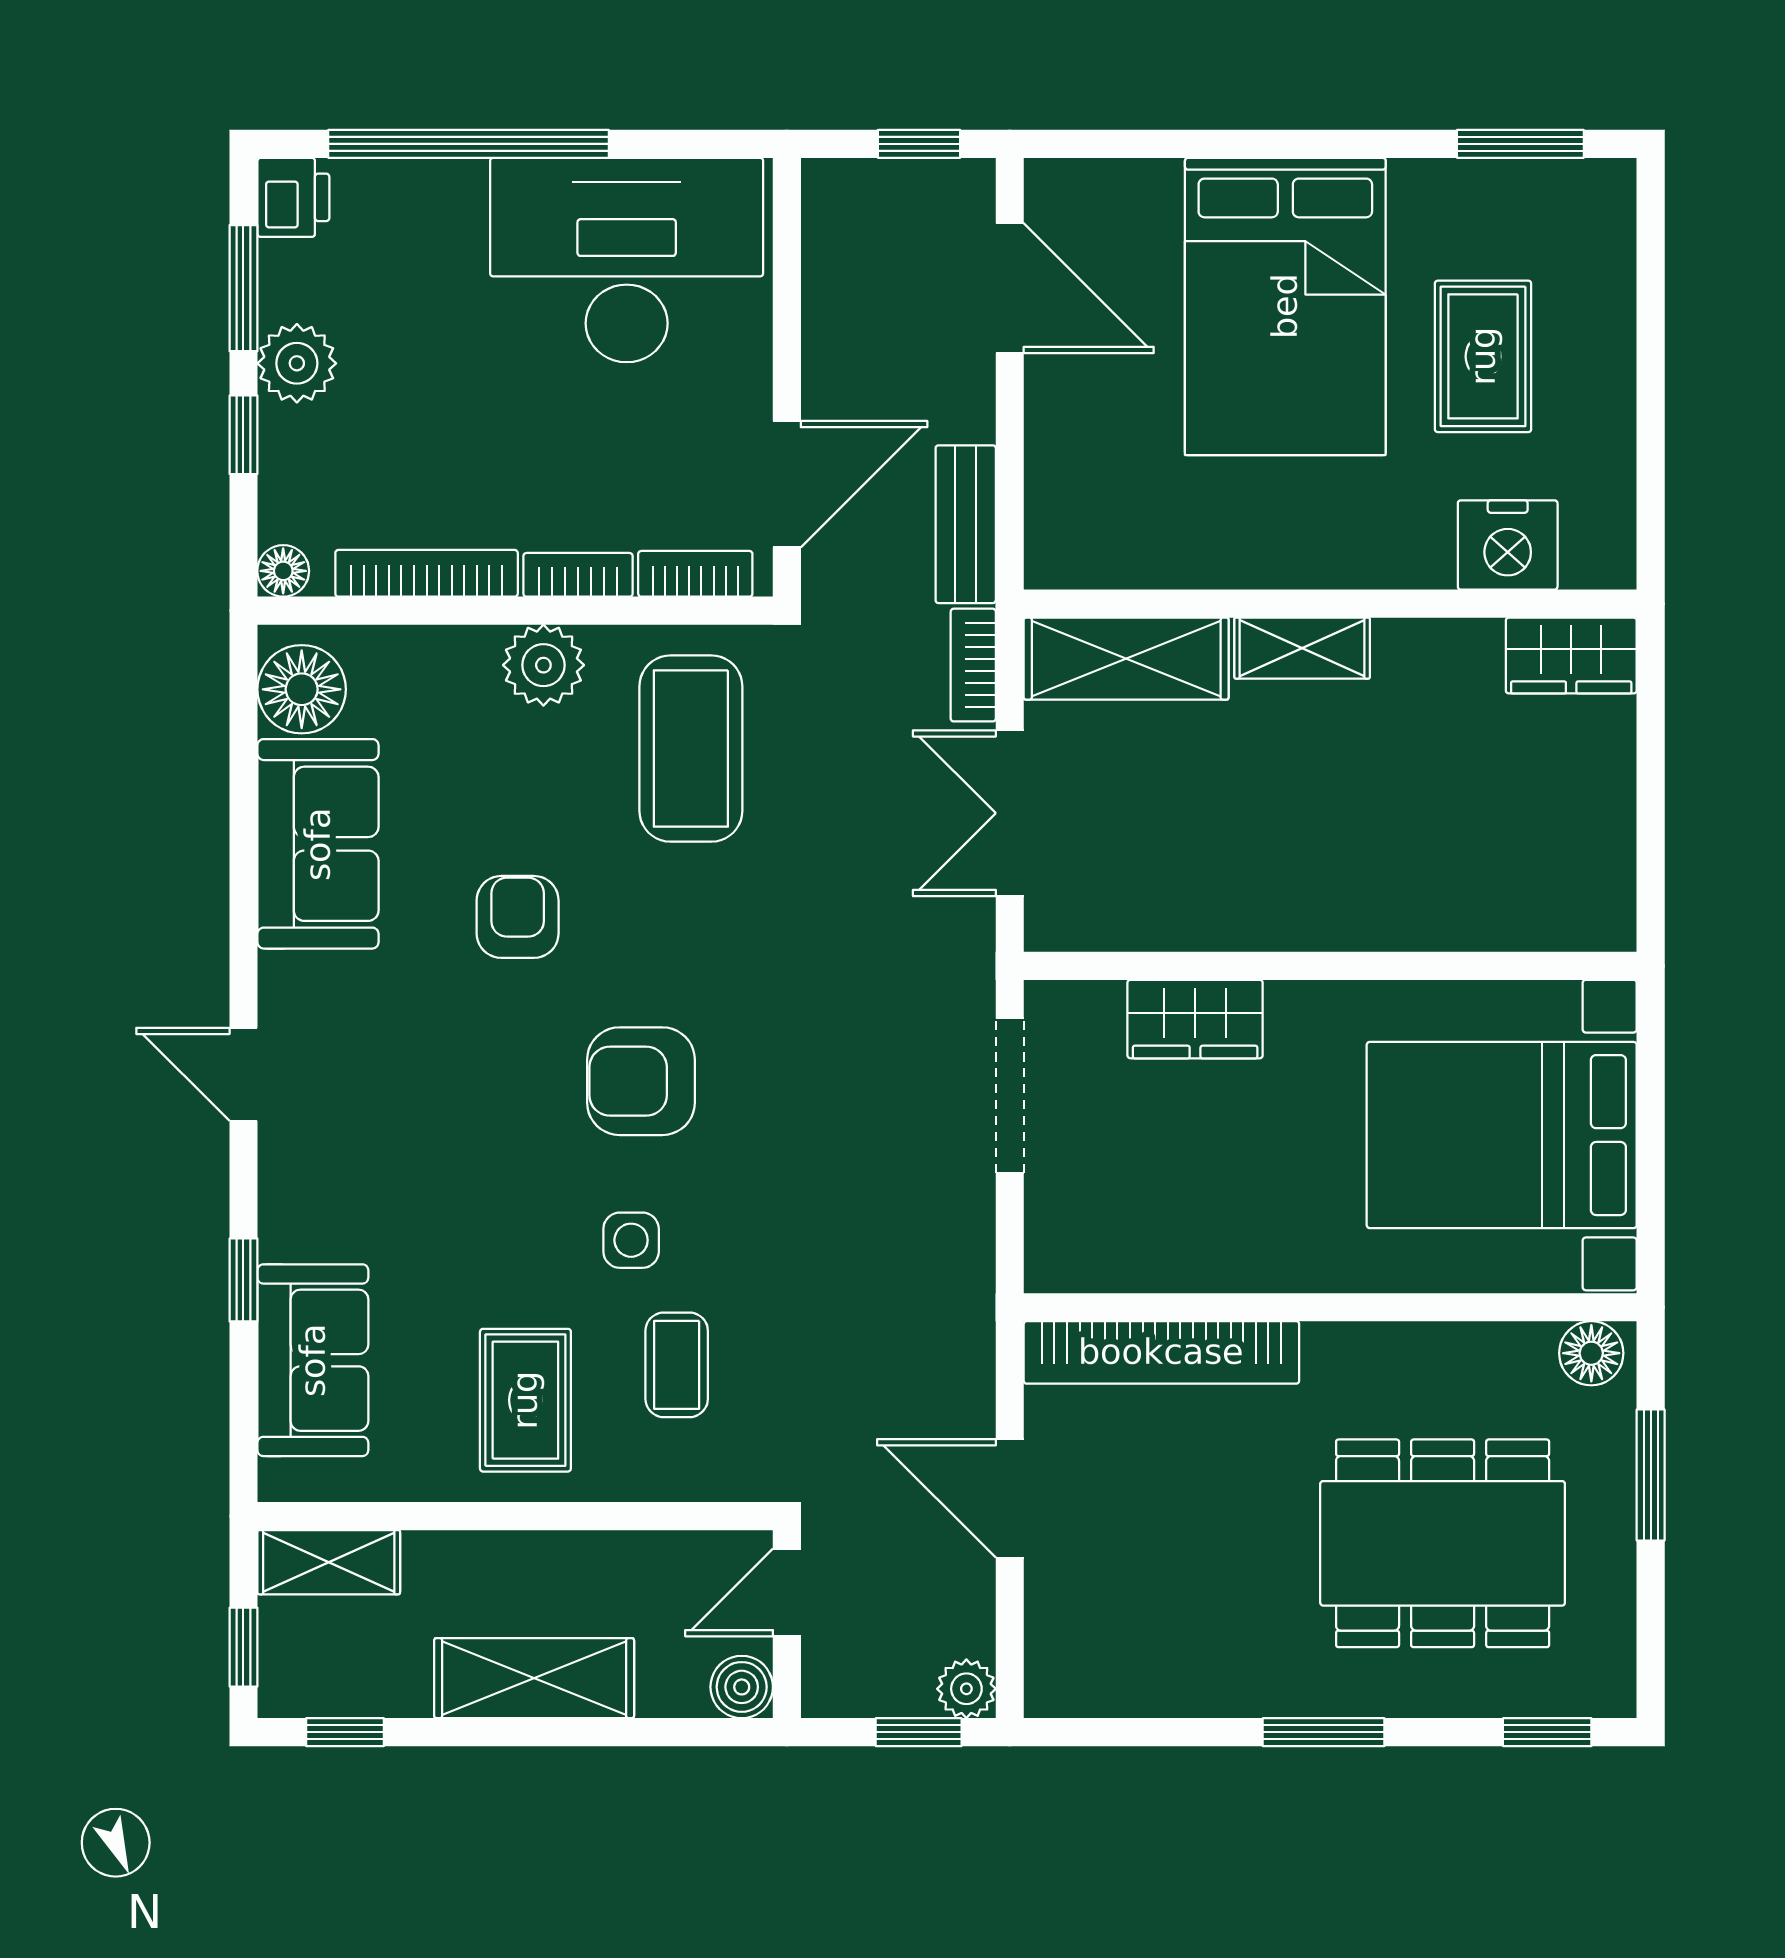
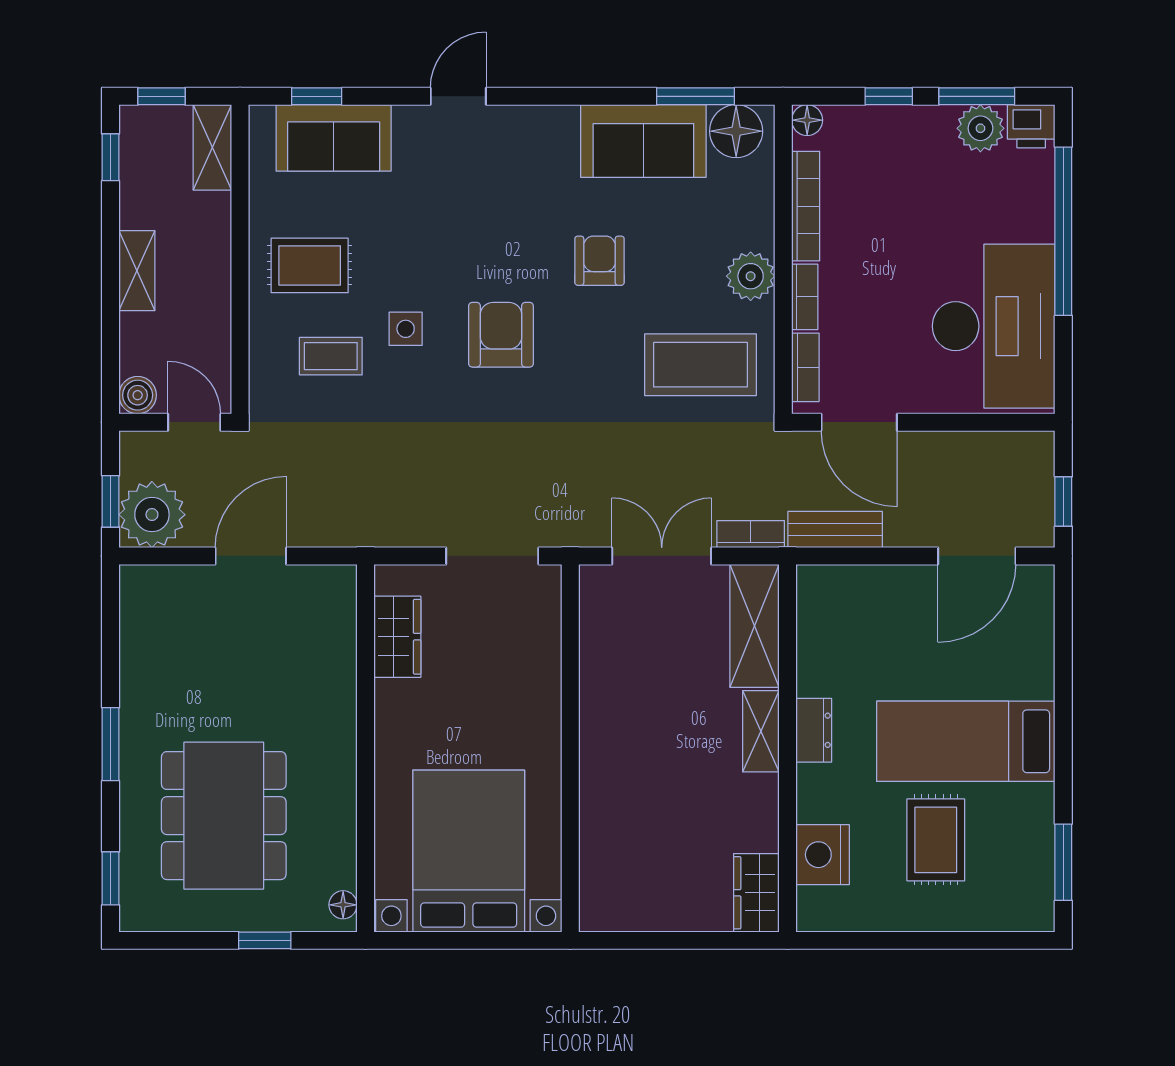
bed: (1285, 306) -> (966, 741), width x0.67
rug: (1483, 356) -> (936, 840), turned 90
plant: (297, 363) -> (980, 128), moved
dresser: (1300, 560) -> (814, 730), added
window: (243, 757) -> (695, 96), added
armchair: (518, 917) -> (600, 261), turned -90
wardrobe: (1195, 1019) -> (397, 637), moved, turned 180
door: (243, 1074) -> (458, 96), moved
window: (243, 1280) -> (317, 96), moved
bookcase: (1161, 1352) -> (338, 647), removed
floor lamp: (1591, 1353) -> (343, 905), width x0.73, depth x0.73
window: (1651, 1475) -> (265, 940), width x0.67
shelving: (534, 1678) -> (137, 271), width x0.67, depth x0.75
plant: (966, 1689) -> (152, 515), width x1.87, depth x1.87

